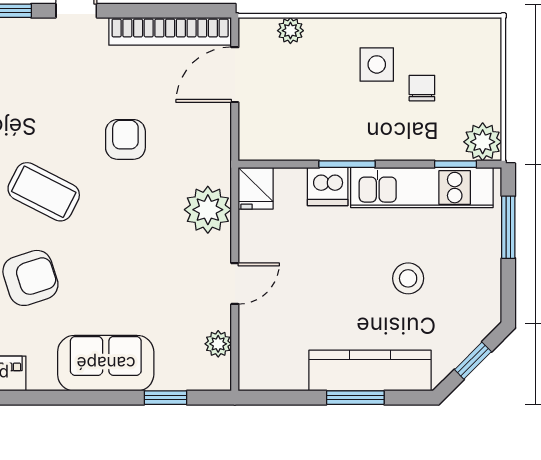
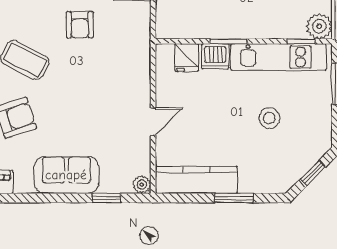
armchair: (125, 139) -> (80, 25), turned 180
fridge: (256, 188) -> (187, 58), moved
plant: (208, 210) -> (135, 72), removed
plant: (218, 344) -> (142, 185), moved
kitchen counter: (370, 371) -> (196, 180), moved

